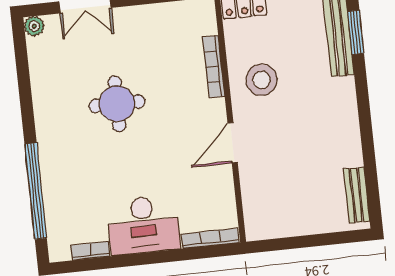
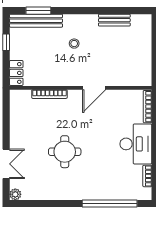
stool: (262, 80) -> (74, 44), moved, width x0.53, depth x0.53
door: (233, 143) -> (94, 88), hinge flipped
bench: (357, 195) -> (114, 20), moved

